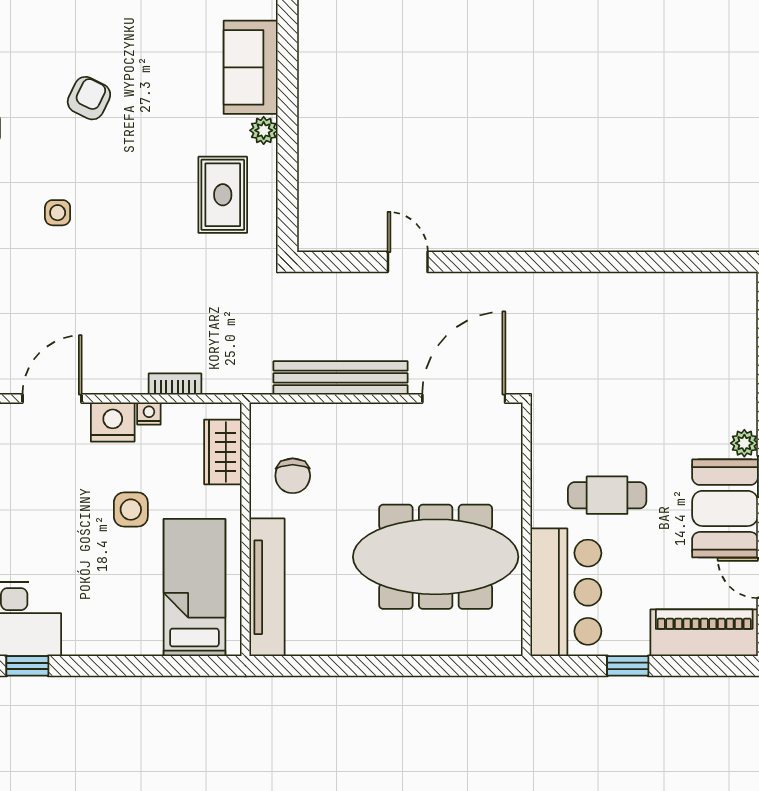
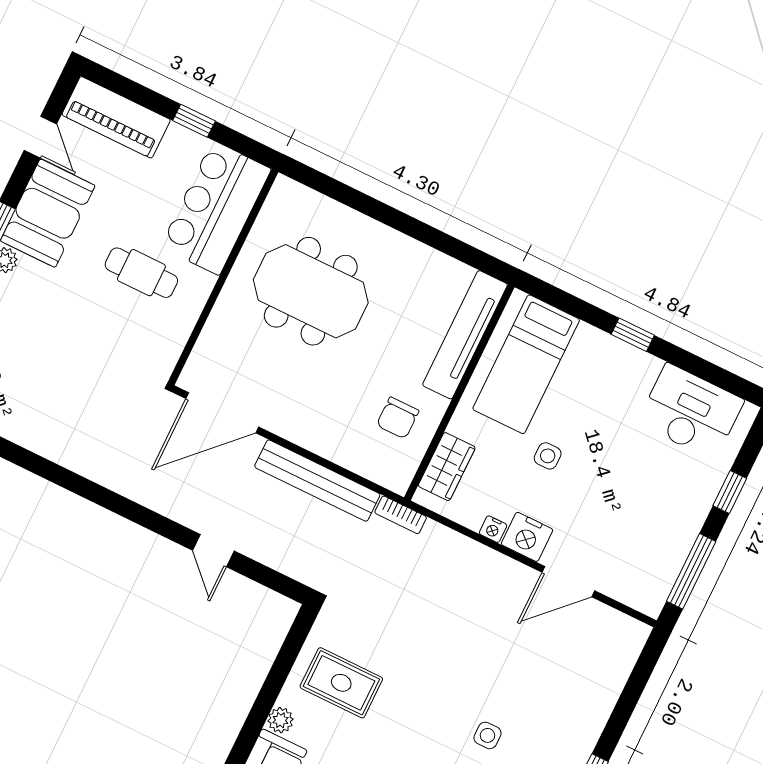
rug: (223, 195) -> (341, 683), turned 90
bookcase: (175, 384) -> (401, 515), moved
chair: (293, 476) -> (398, 418), turned 180
side table: (131, 510) -> (548, 456), width x0.73, depth x0.73
meeting table: (436, 557) -> (311, 291), width x0.73
window: (27, 666) -> (633, 335), moved

